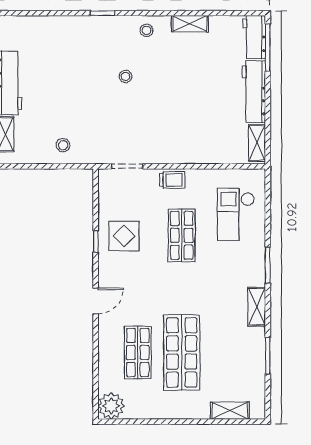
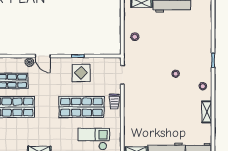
shop shelf: (182, 235) -> (81, 107), width x1.43, depth x1.36
plant: (106, 323) -> (29, 62), added

